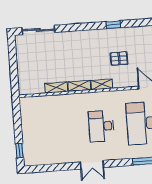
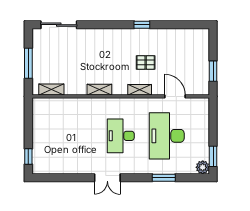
window: (13, 67) -> (28, 63), added
shelving: (102, 84) -> (140, 90), moved
shelving: (56, 87) -> (51, 89), moved

